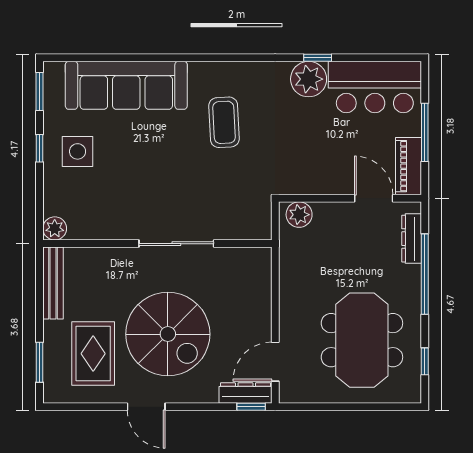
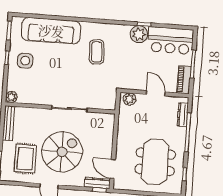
door: (374, 198) -> (156, 93), moved
spiral stairs: (168, 334) -> (62, 152), turned -90
door: (275, 362) -> (113, 169), hinge flipped

